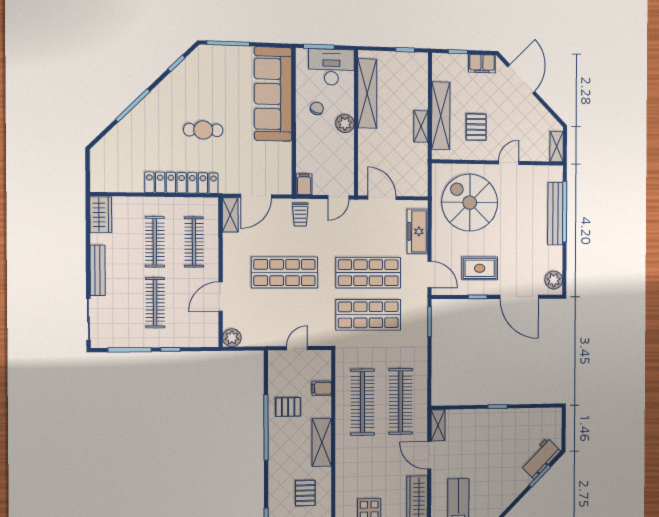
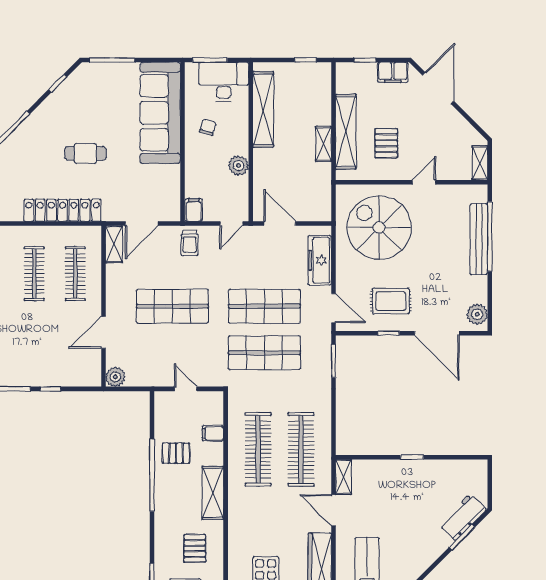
plant: (345, 123) -> (239, 166), moved
clothes rail: (155, 303) -> (34, 339), removed
door: (297, 348) -> (186, 389), hinge flipped

